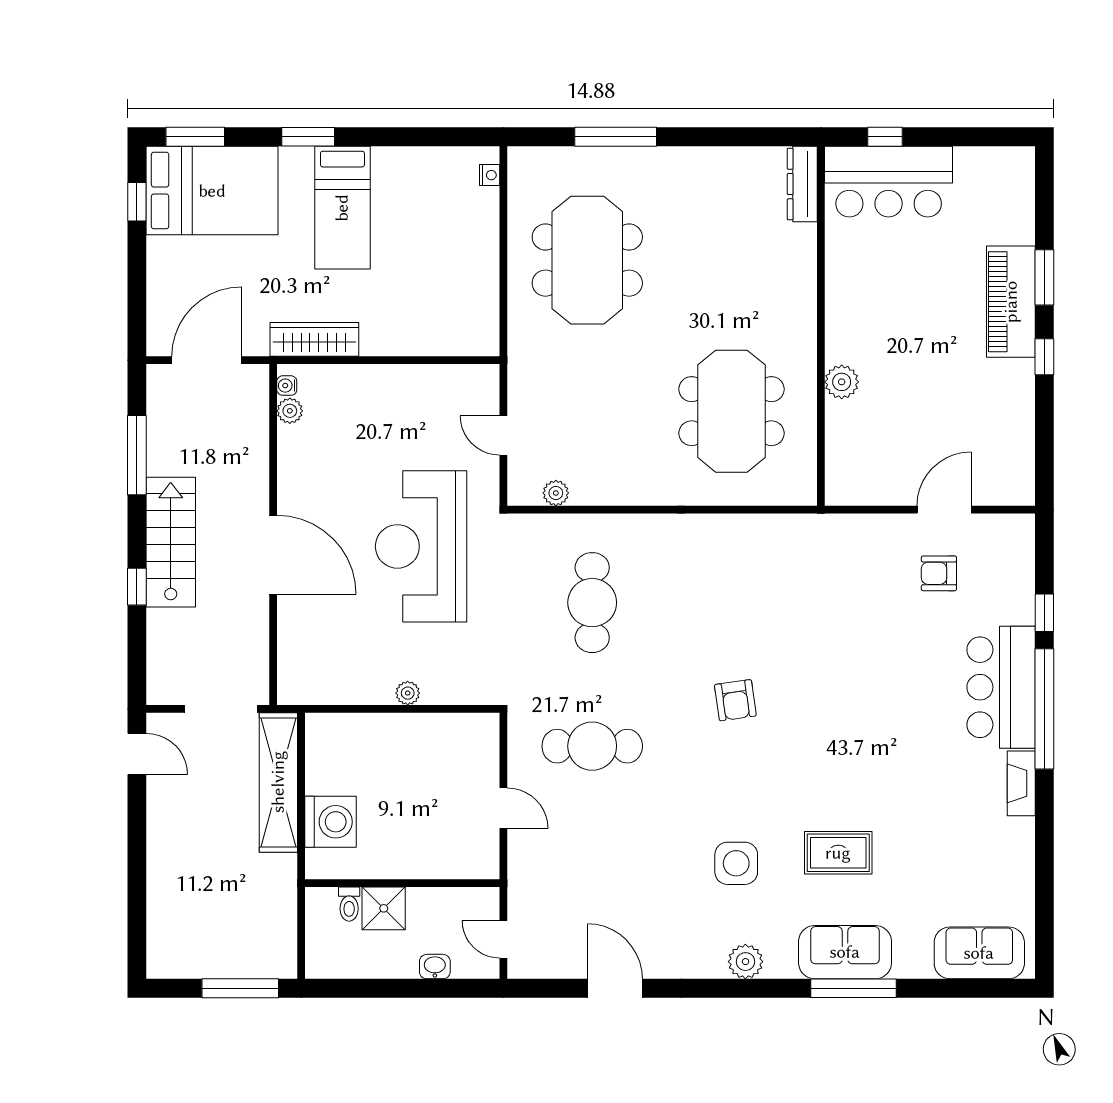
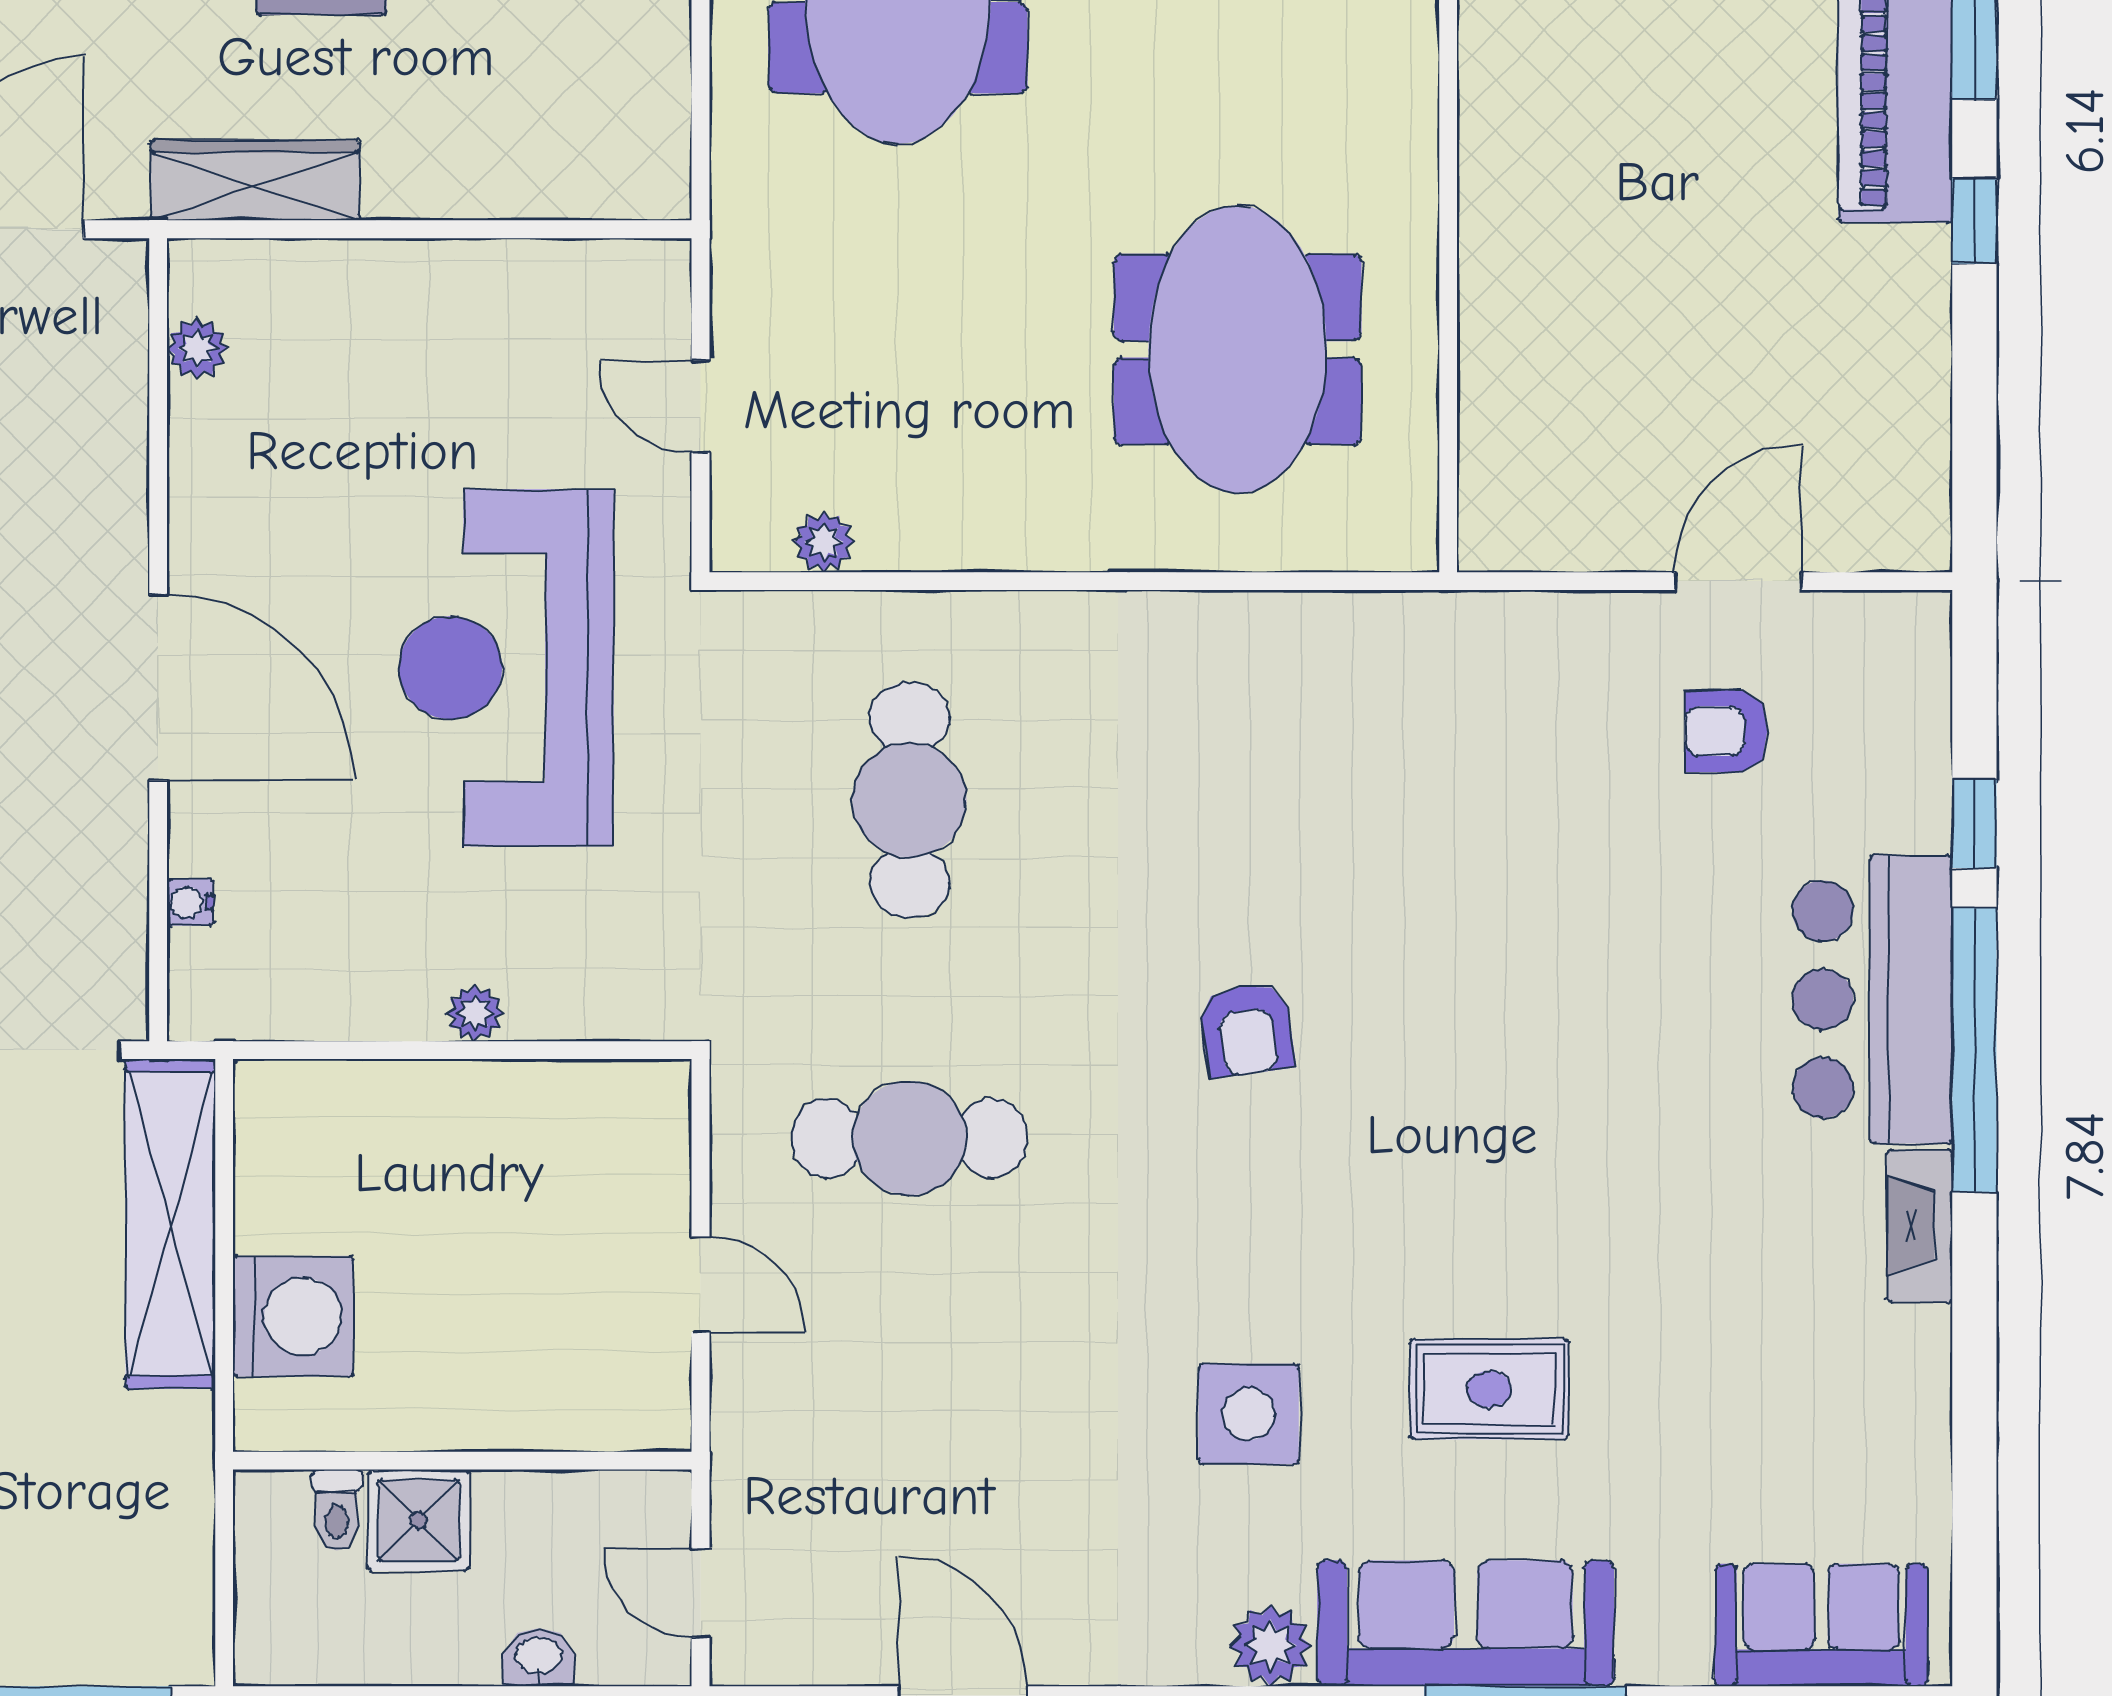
plant: (842, 382) -> (1497, 280), removed
water cooler: (287, 386) -> (190, 902), moved
sofa: (845, 952) -> (1466, 1623), width x1.36

